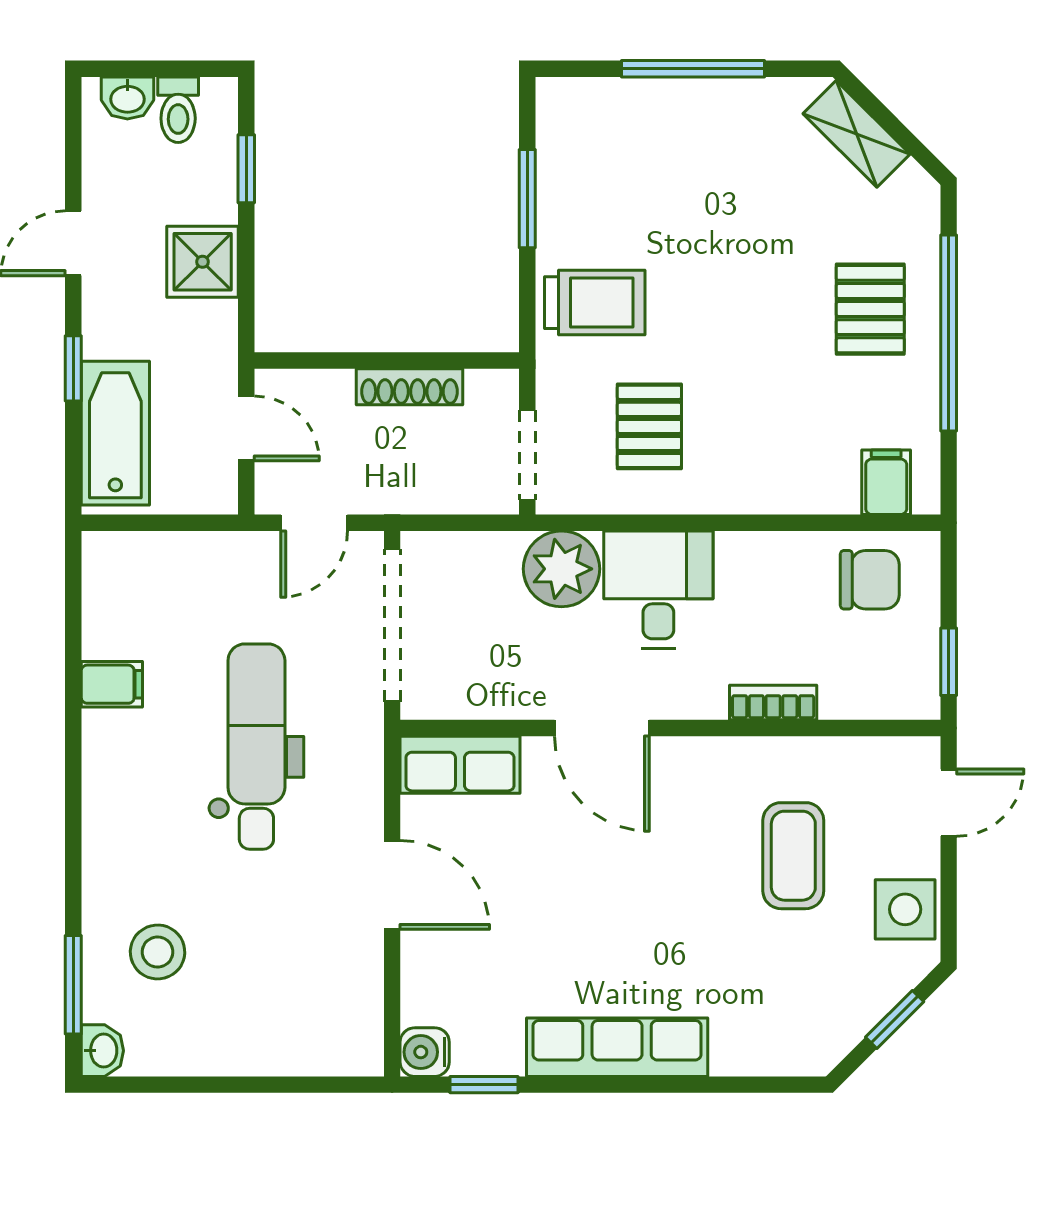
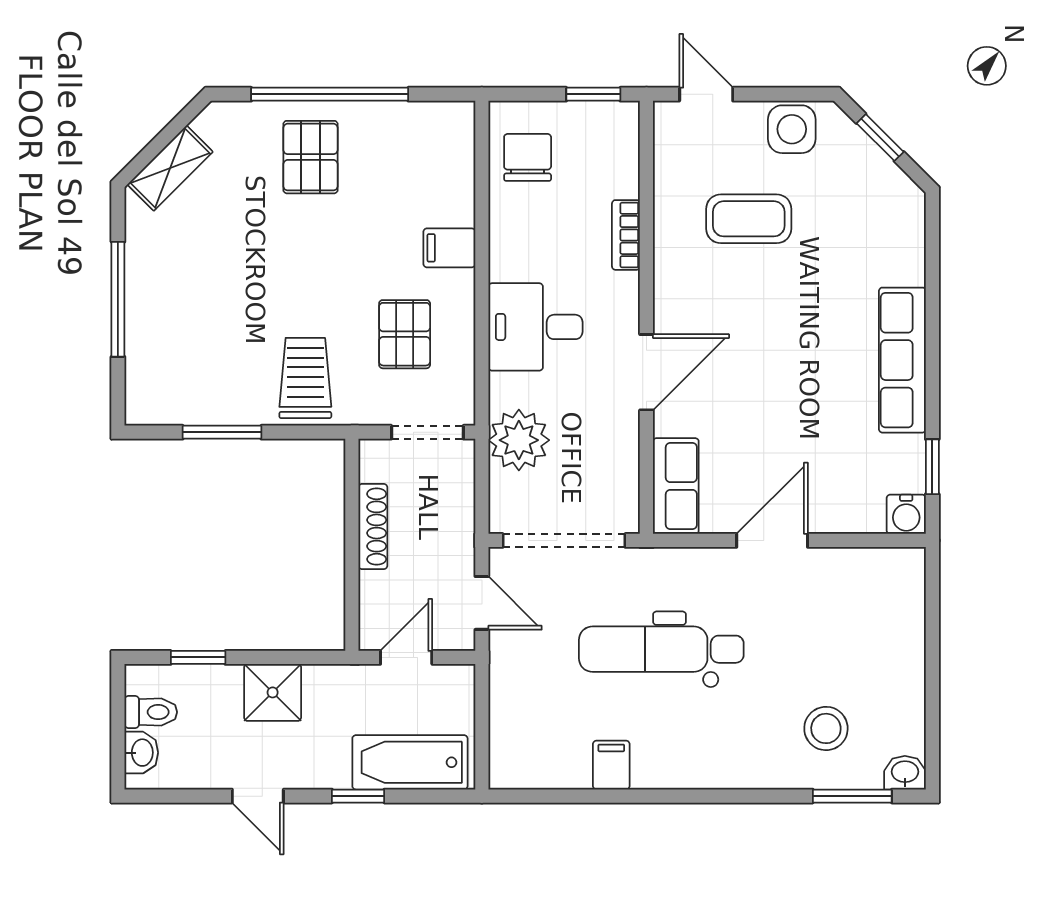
pallet: (870, 309) -> (310, 157), turned 90
pallet: (649, 426) -> (405, 334), turned 90
filing cabinet: (886, 482) -> (449, 248), moved
plant: (561, 569) -> (519, 440), moved

